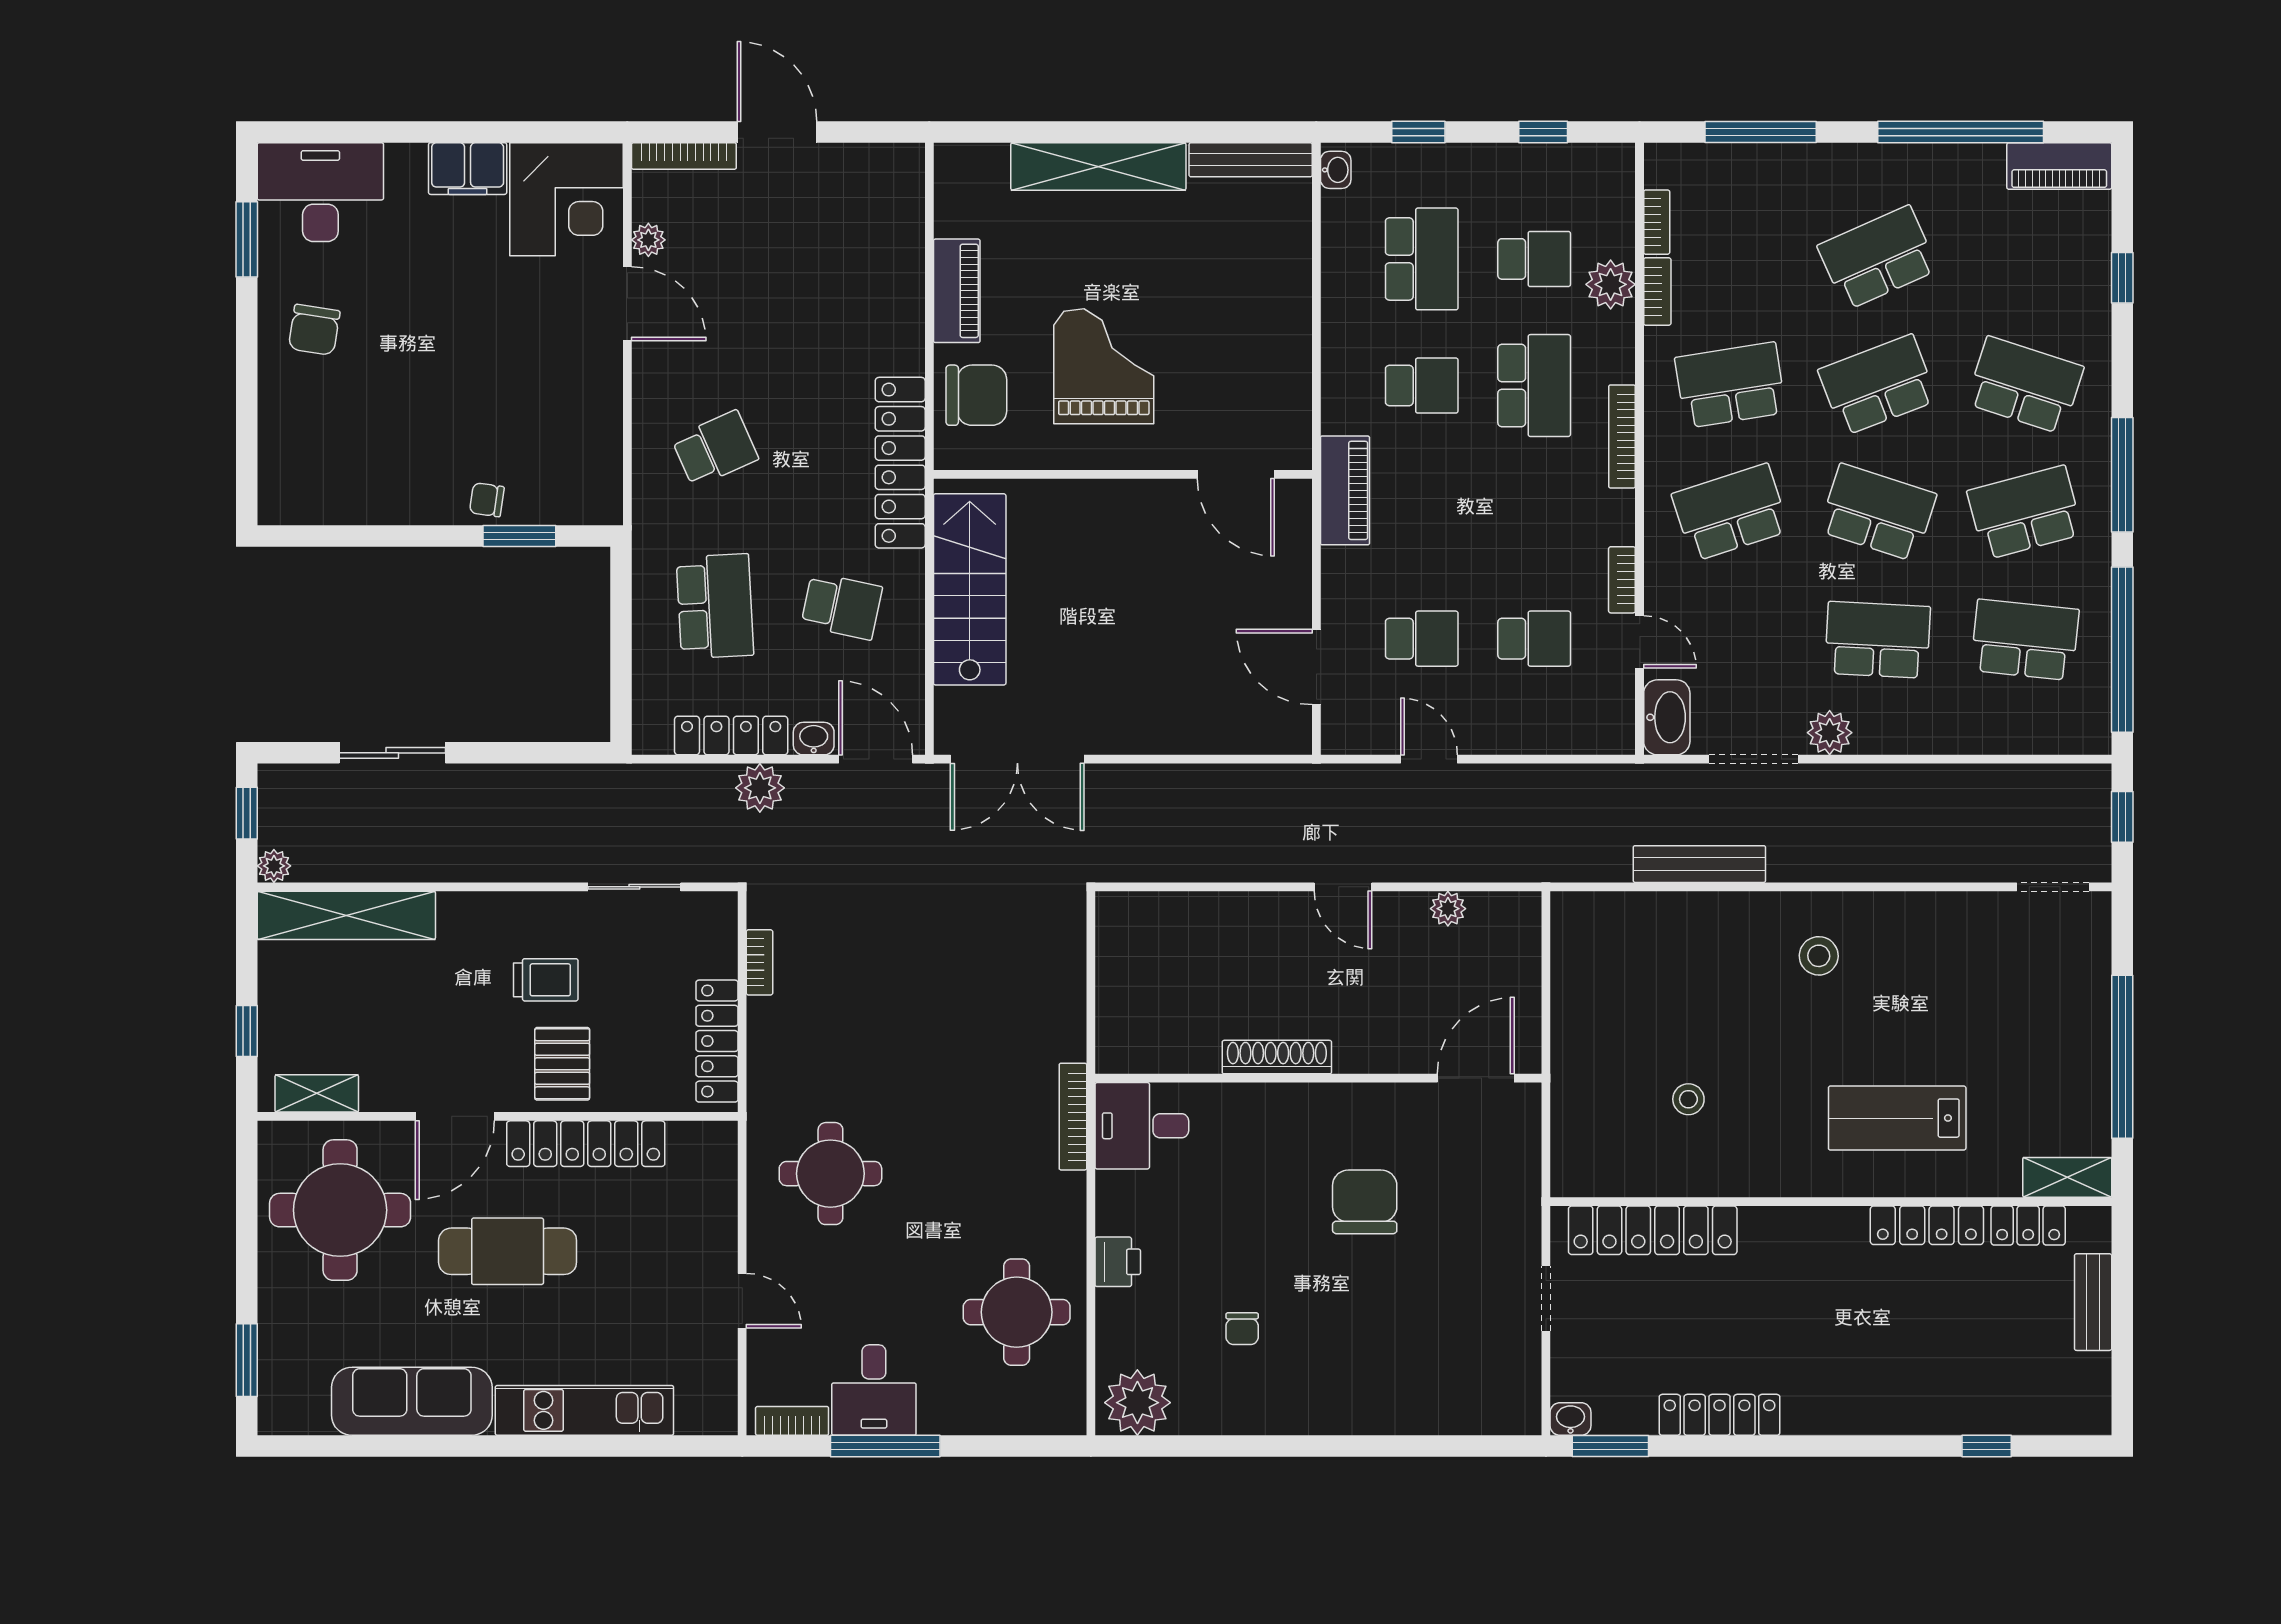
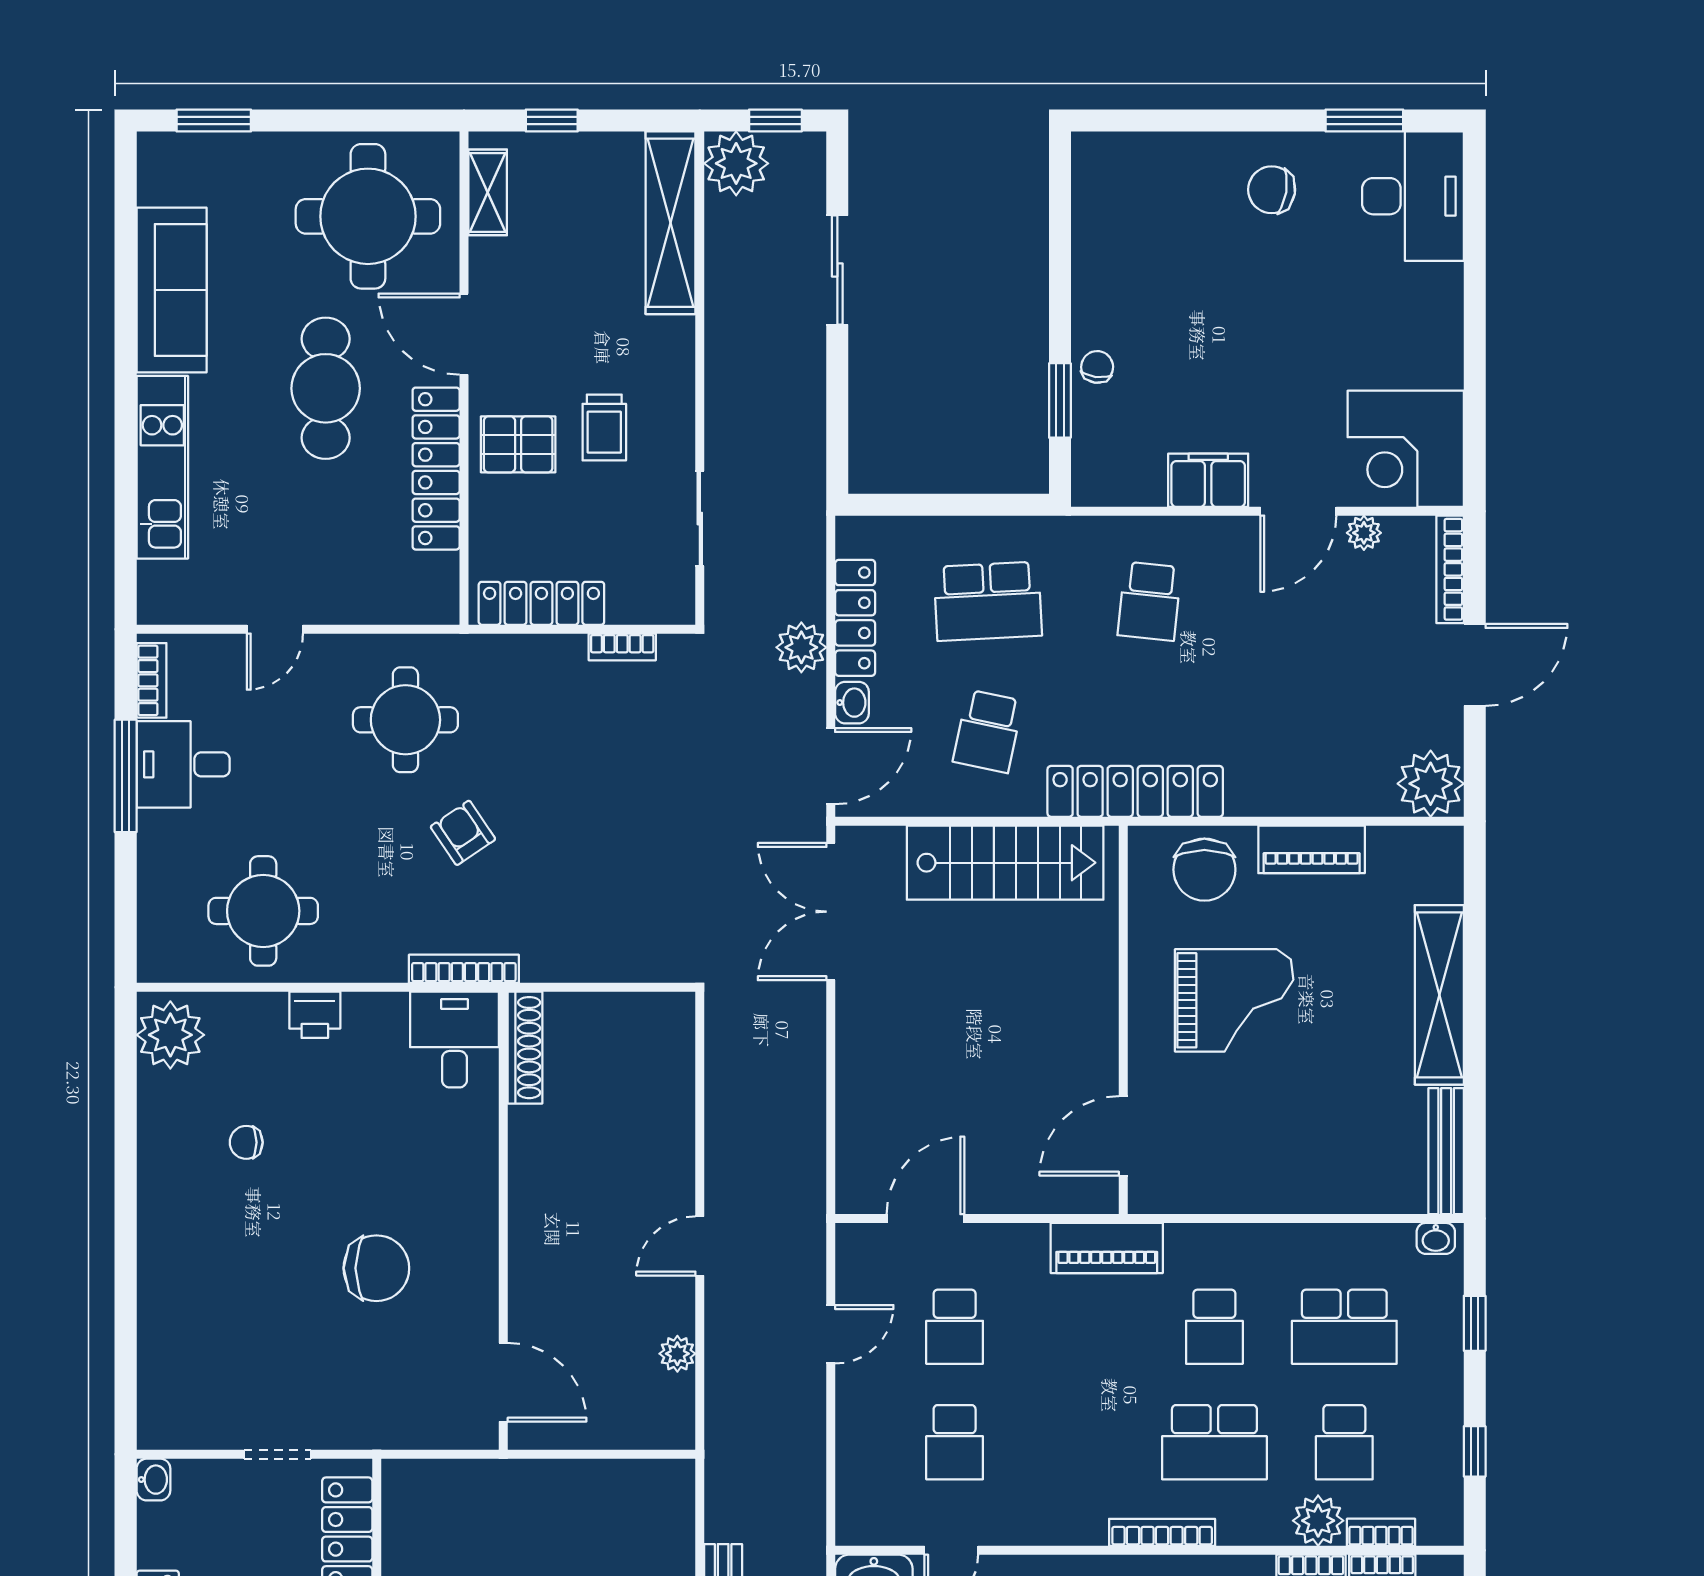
filing cabinet: (468, 169) -> (1208, 480), moved, turned 90
plant: (893, 175) -> (1431, 784), added
school desk: (715, 449) -> (1149, 601), turned 30
bookcase: (1622, 580) -> (1381, 1532), moved
plant: (274, 866) -> (736, 163), width x1.88, depth x1.88
shoe rack: (1277, 1057) -> (525, 1048), moved
armchair: (941, 1118) -> (463, 833), added
window: (1610, 1446) -> (126, 1520), removed

